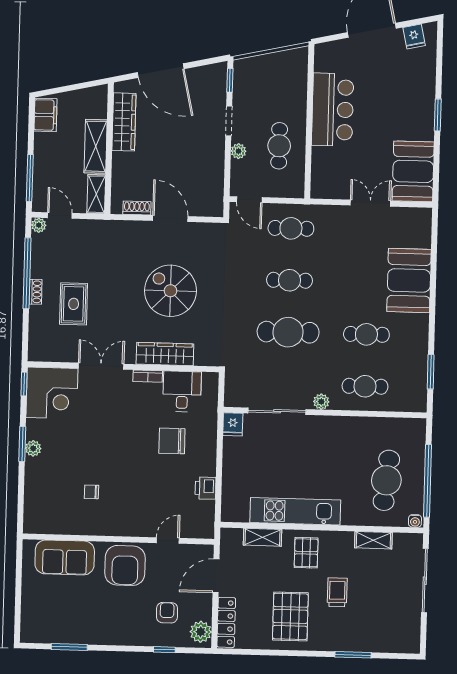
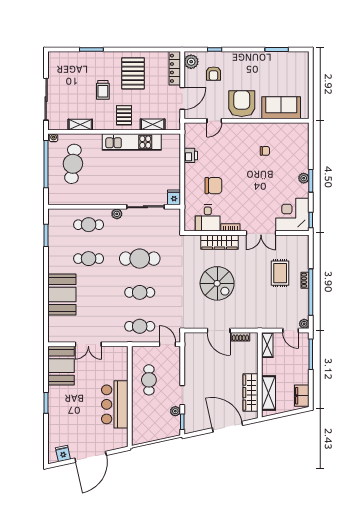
shelving: (96, 146) -> (269, 393), moved
plant: (238, 151) -> (175, 411), moved

